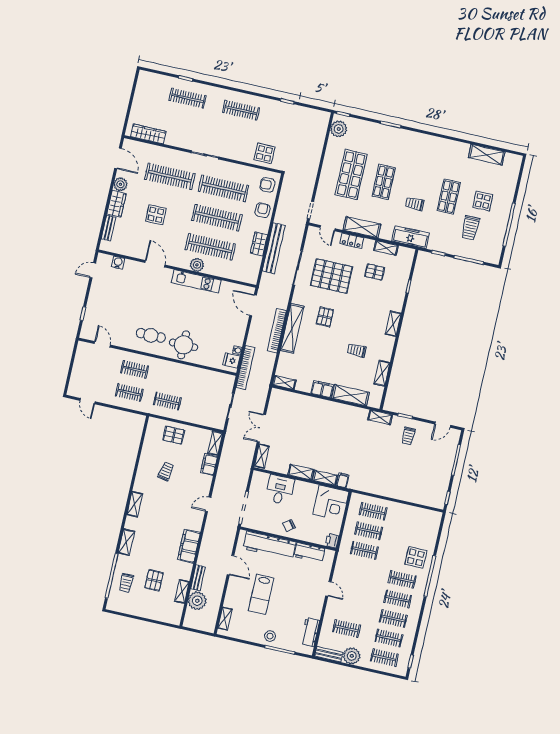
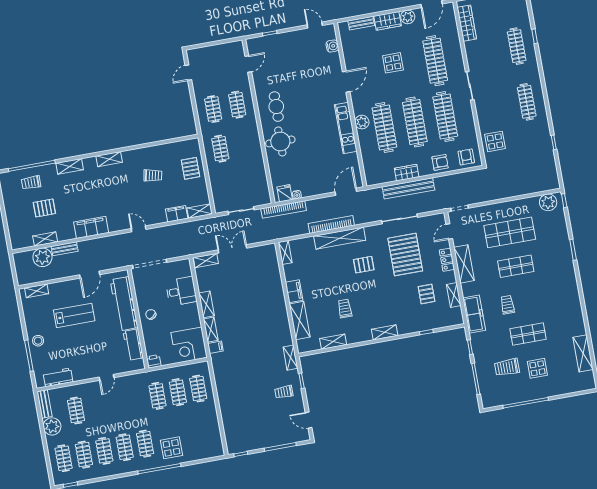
lab bench: (261, 594) -> (74, 315), turned 180

